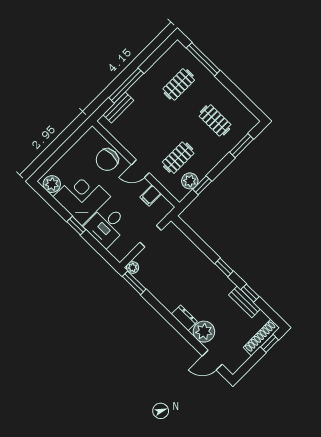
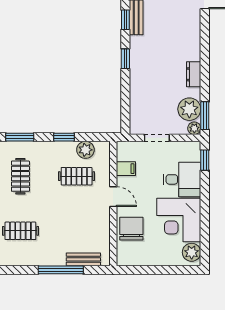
chair: (107, 160) -> (131, 229), turned -90
window: (202, 185) -> (64, 137), moved
window: (76, 226) -> (205, 160), moved
dresser: (184, 318) -> (194, 74), moved
plant: (204, 332) -> (189, 109), moved

